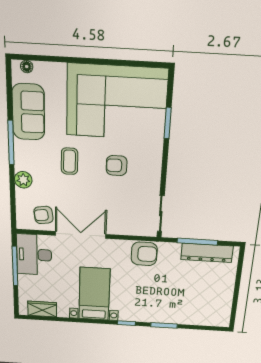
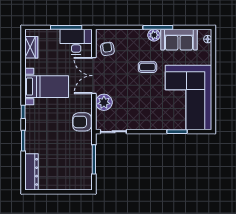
armchair: (117, 166) -> (146, 99), removed
plant: (23, 180) -> (154, 35), moved
plant: (118, 224) -> (104, 102), added
double door: (81, 235) -> (94, 76), swing flipped
dresser: (207, 253) -> (31, 172), moved, turned 180
armchair: (144, 254) -> (82, 122), turned 90

